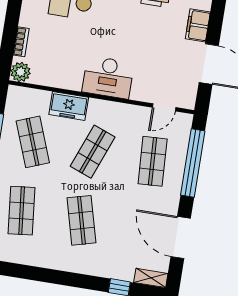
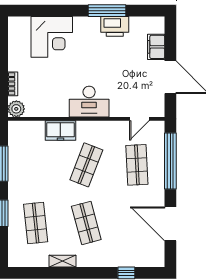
shop shelf: (33, 142) -> (36, 165), removed
shelving: (151, 278) -> (63, 261), moved

